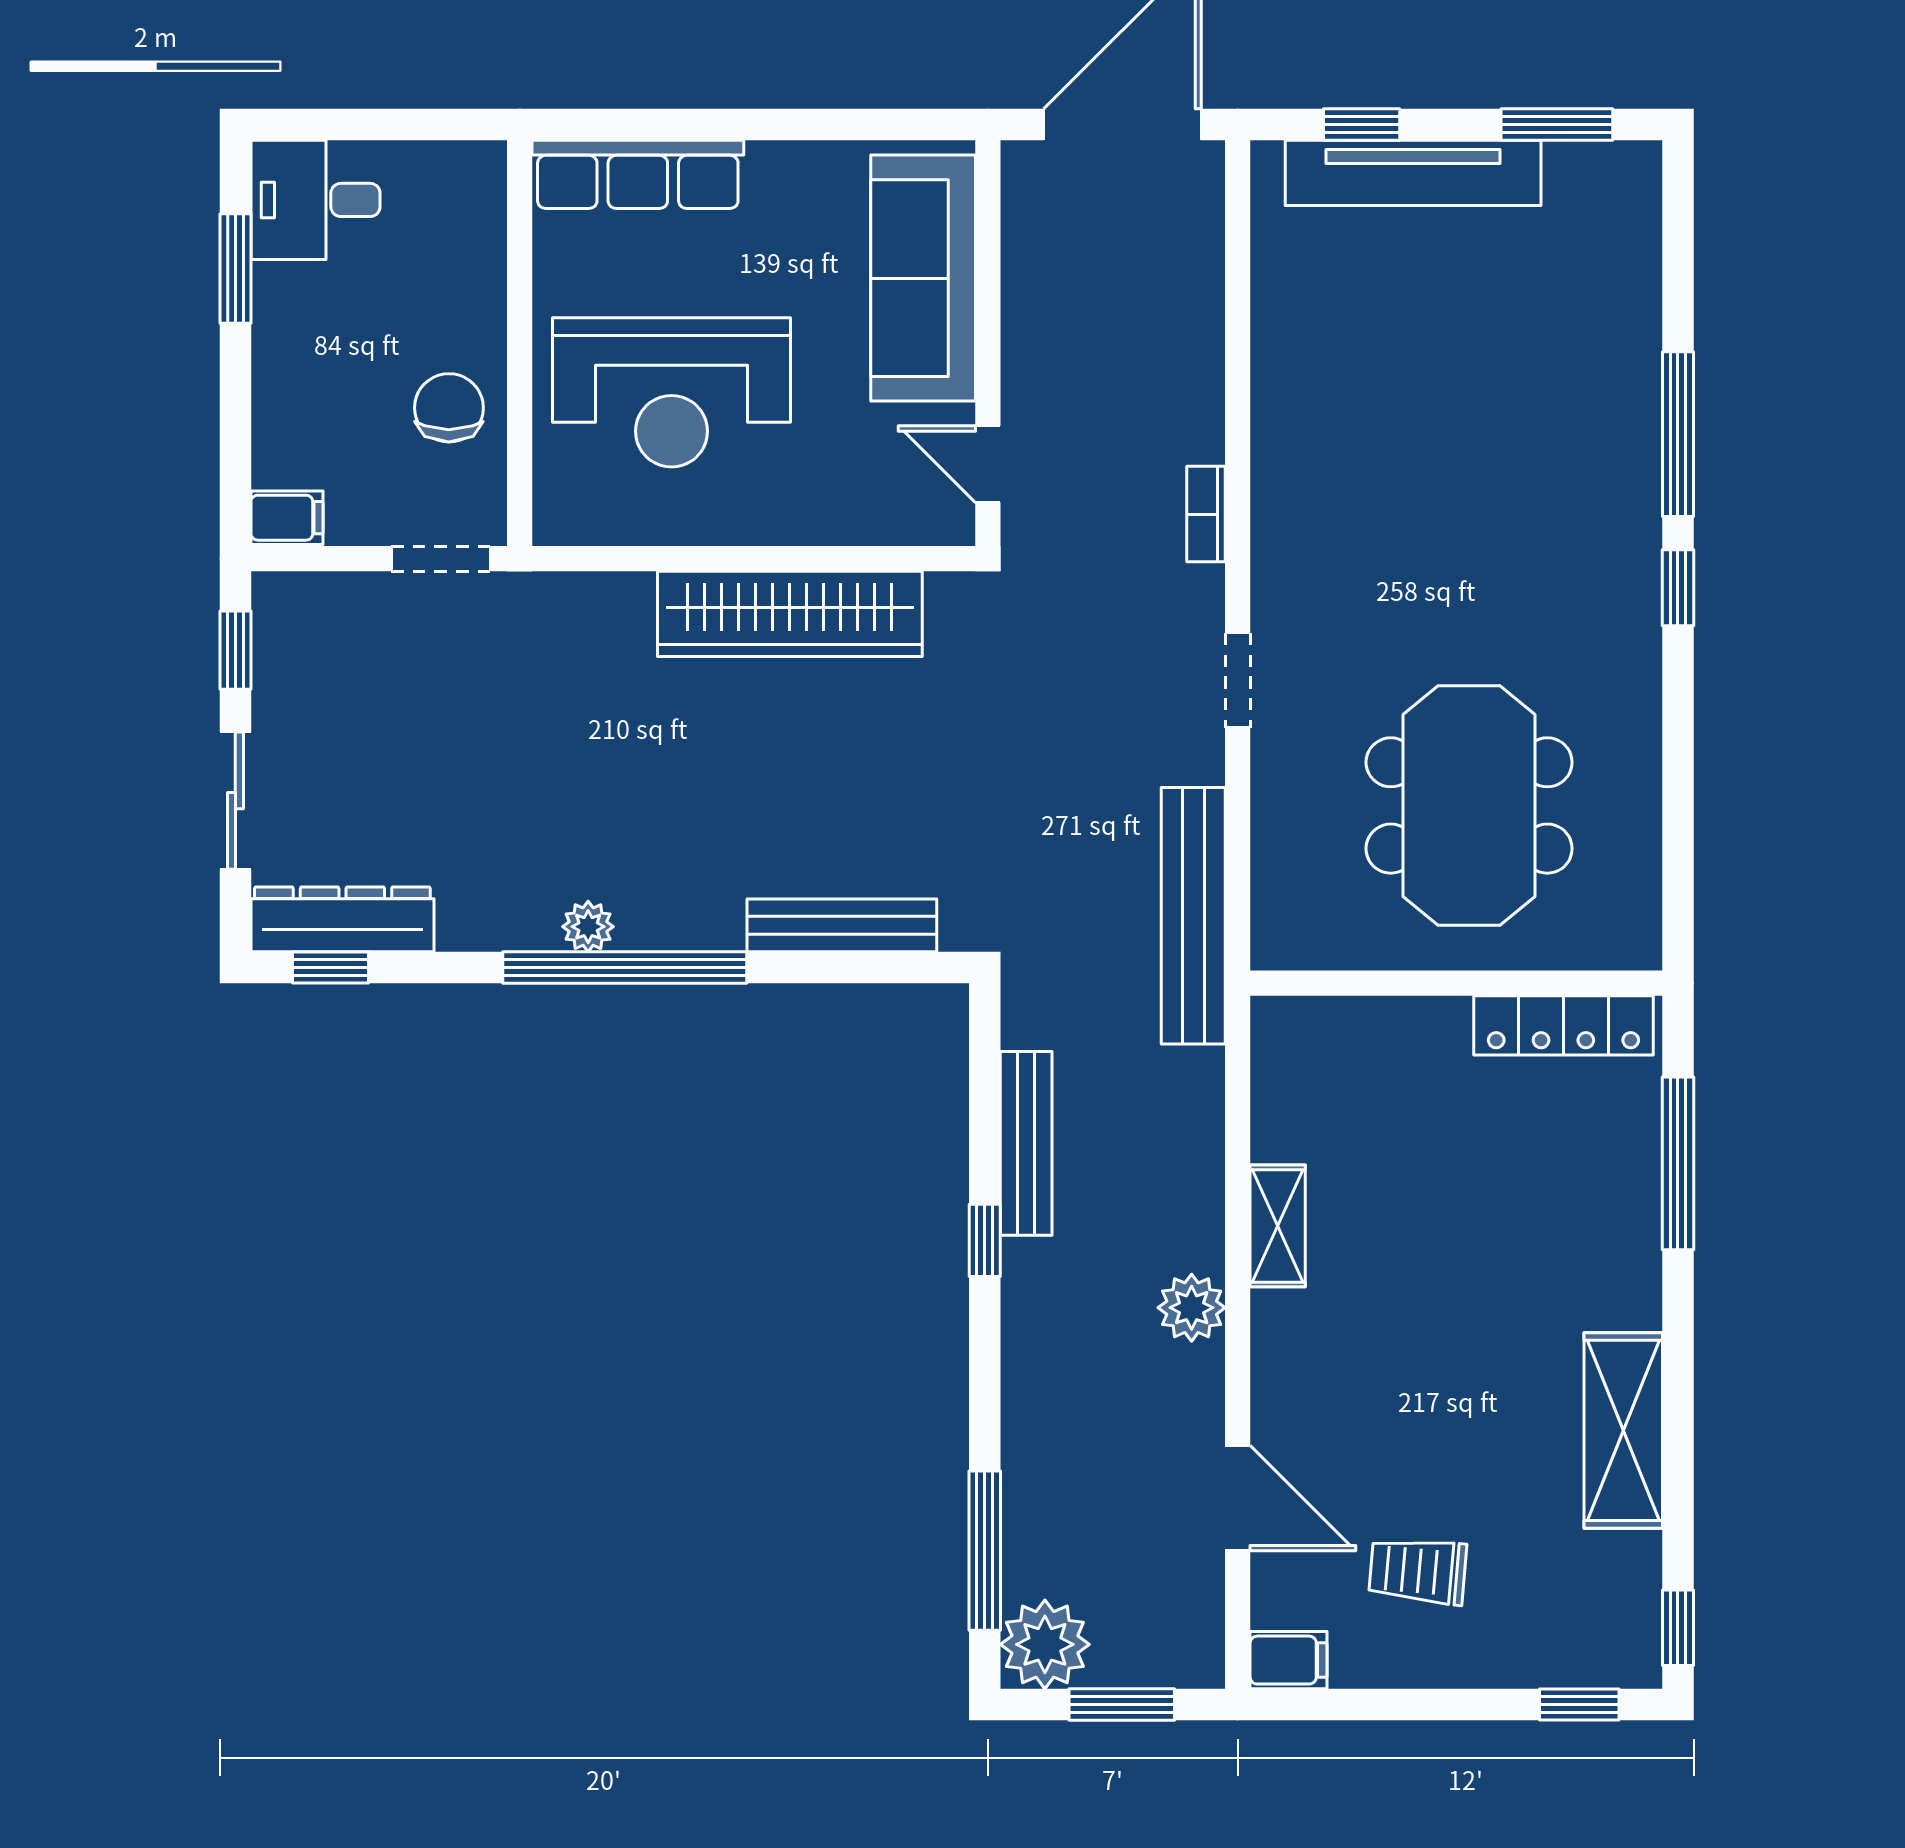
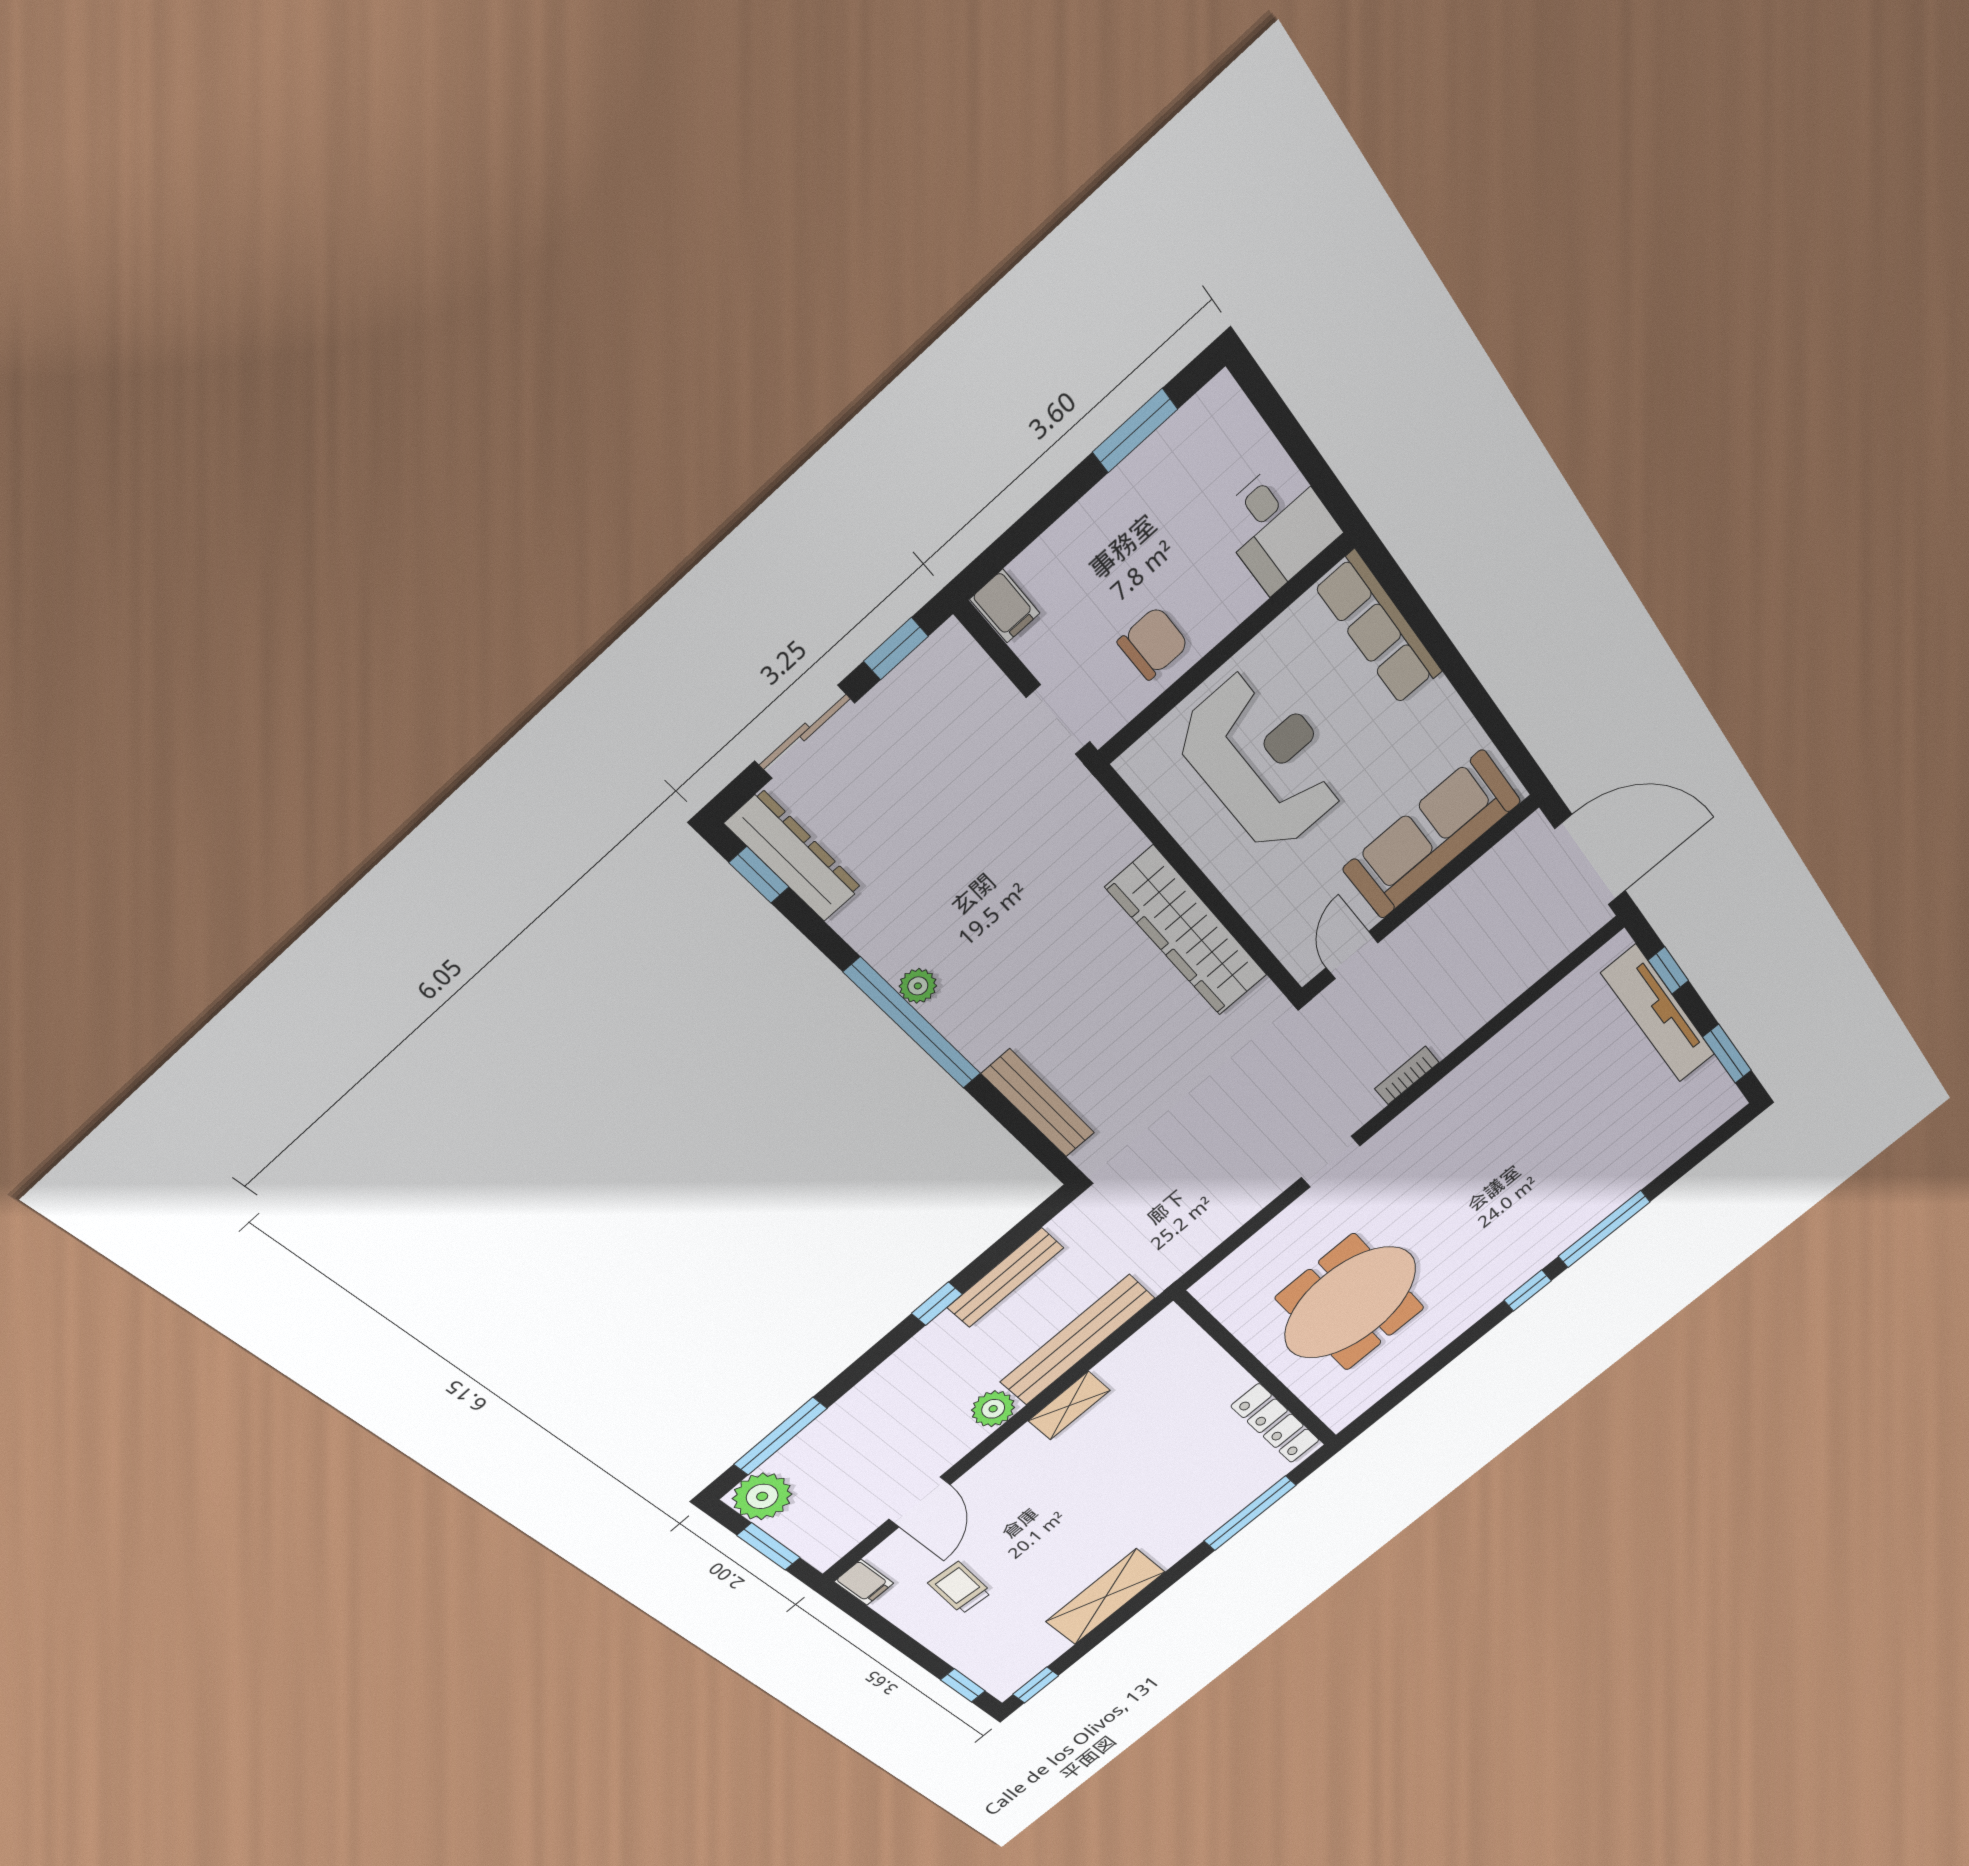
desk: (316, 200) -> (1278, 526), moved, turned 180
reception desk: (672, 392) -> (1263, 761), turned 180
bench: (1193, 916) -> (1077, 1340), moved

